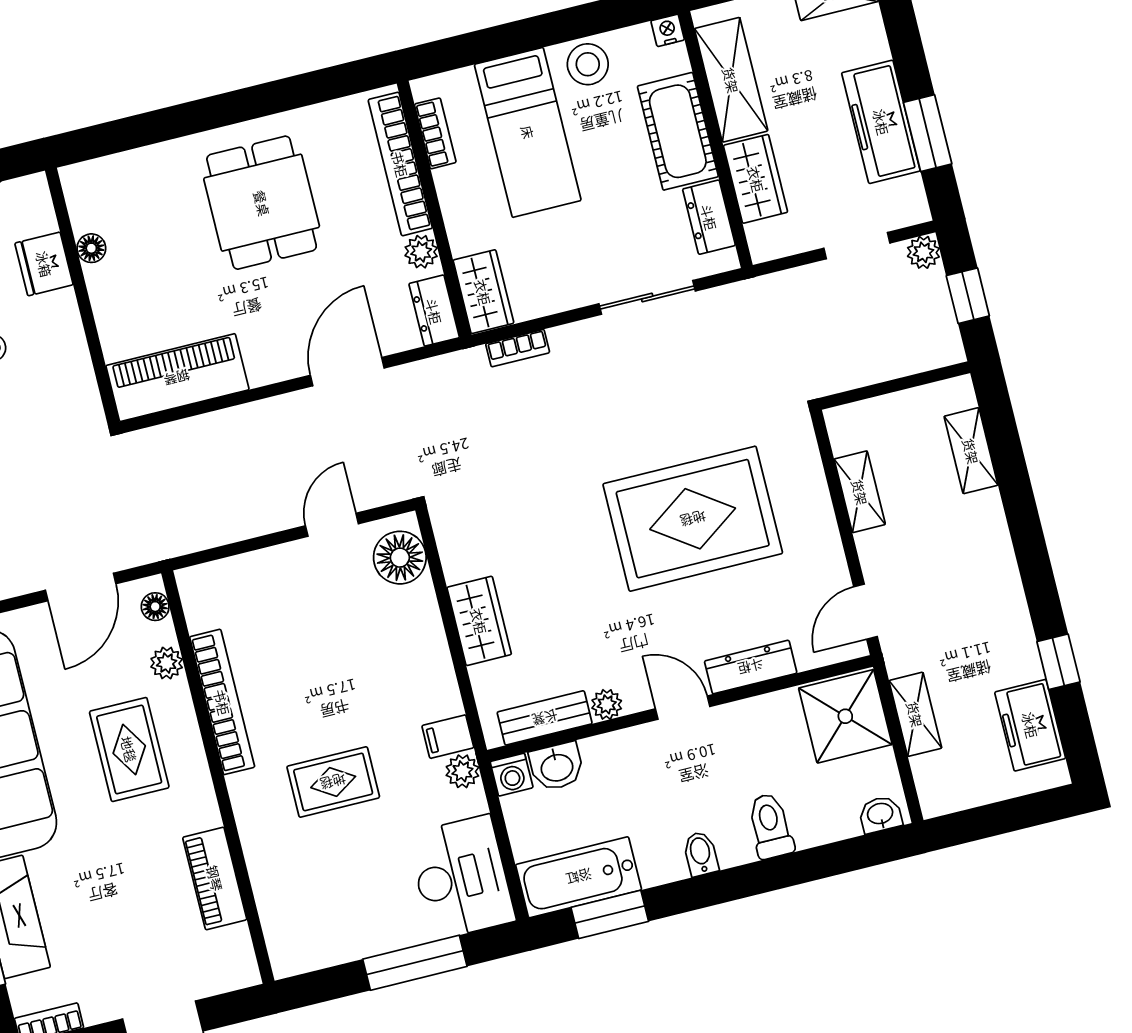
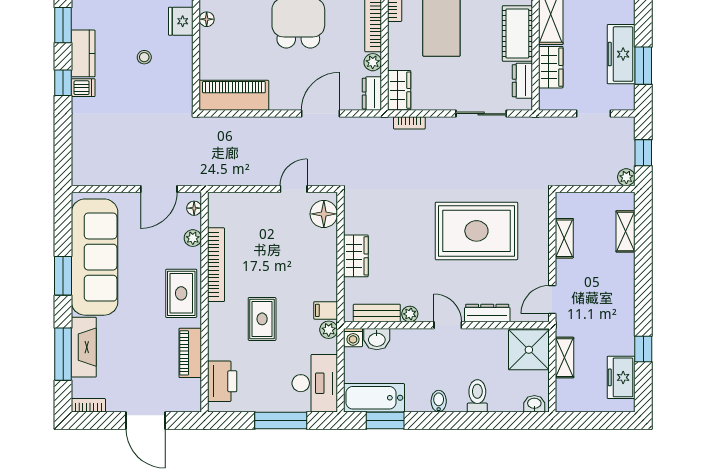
plant: (923, 252) -> (626, 177), moved
rug: (129, 749) -> (181, 293), moved
rug: (333, 782) -> (262, 319), turned 90
printer: (287, 917) -> (222, 381), added

